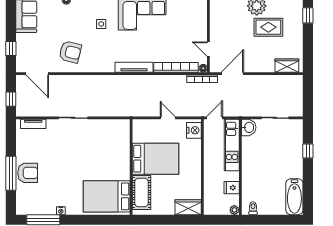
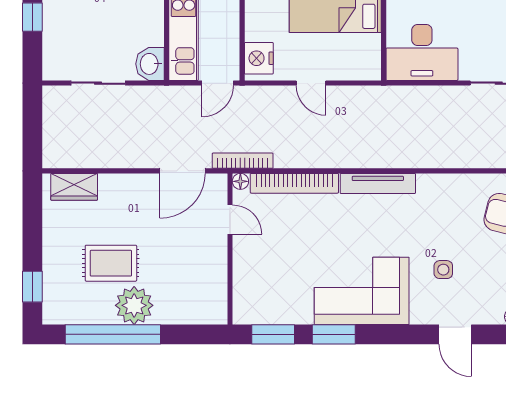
desk: (112, 133) -> (422, 52), added

